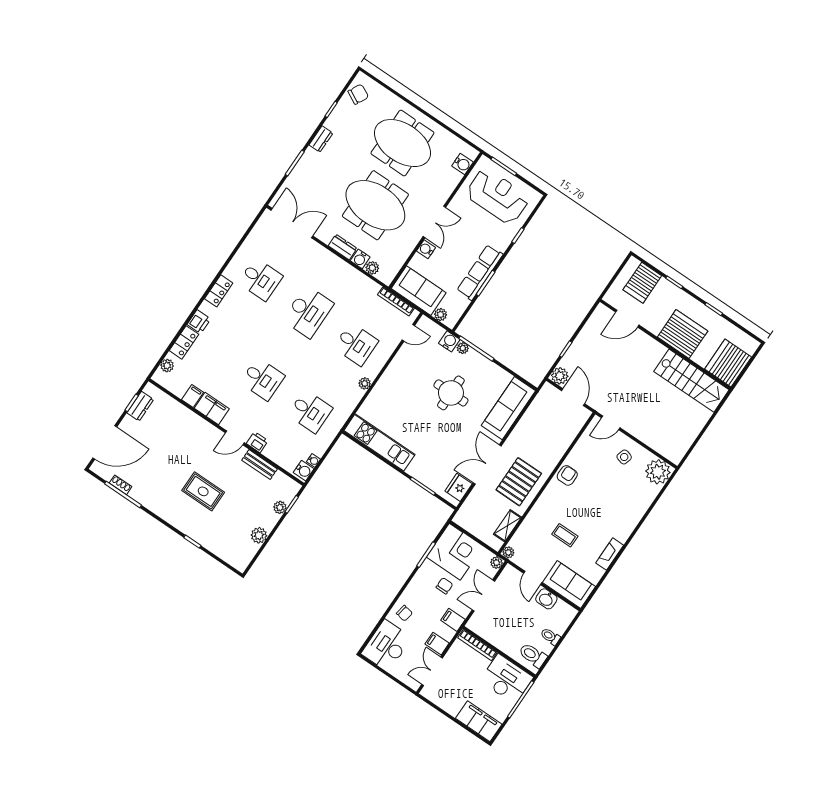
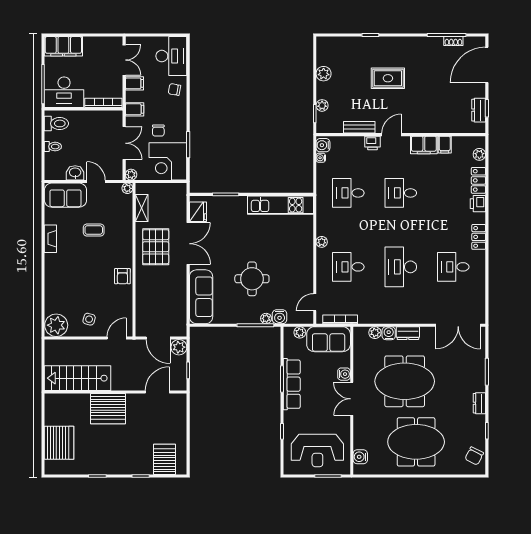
door: (627, 319) -> (157, 392), moved
server rack: (683, 334) -> (108, 409), moved
wall: (665, 344) -> (116, 392), moved
stairs: (691, 381) -> (78, 378), moved

